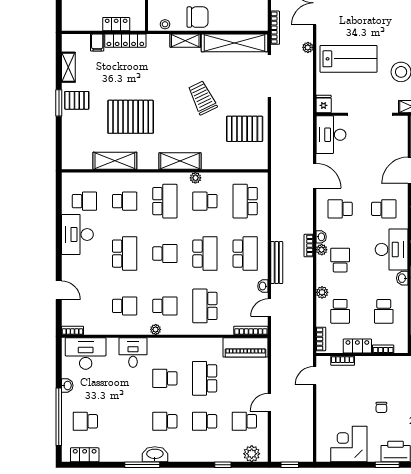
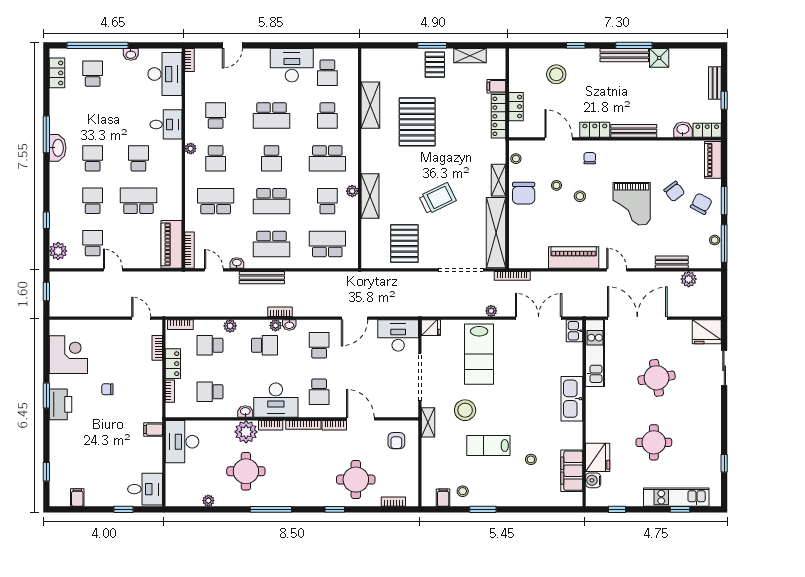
shelving: (180, 161) -> (370, 196), moved
school desk: (125, 306) -> (216, 116), turned 180

